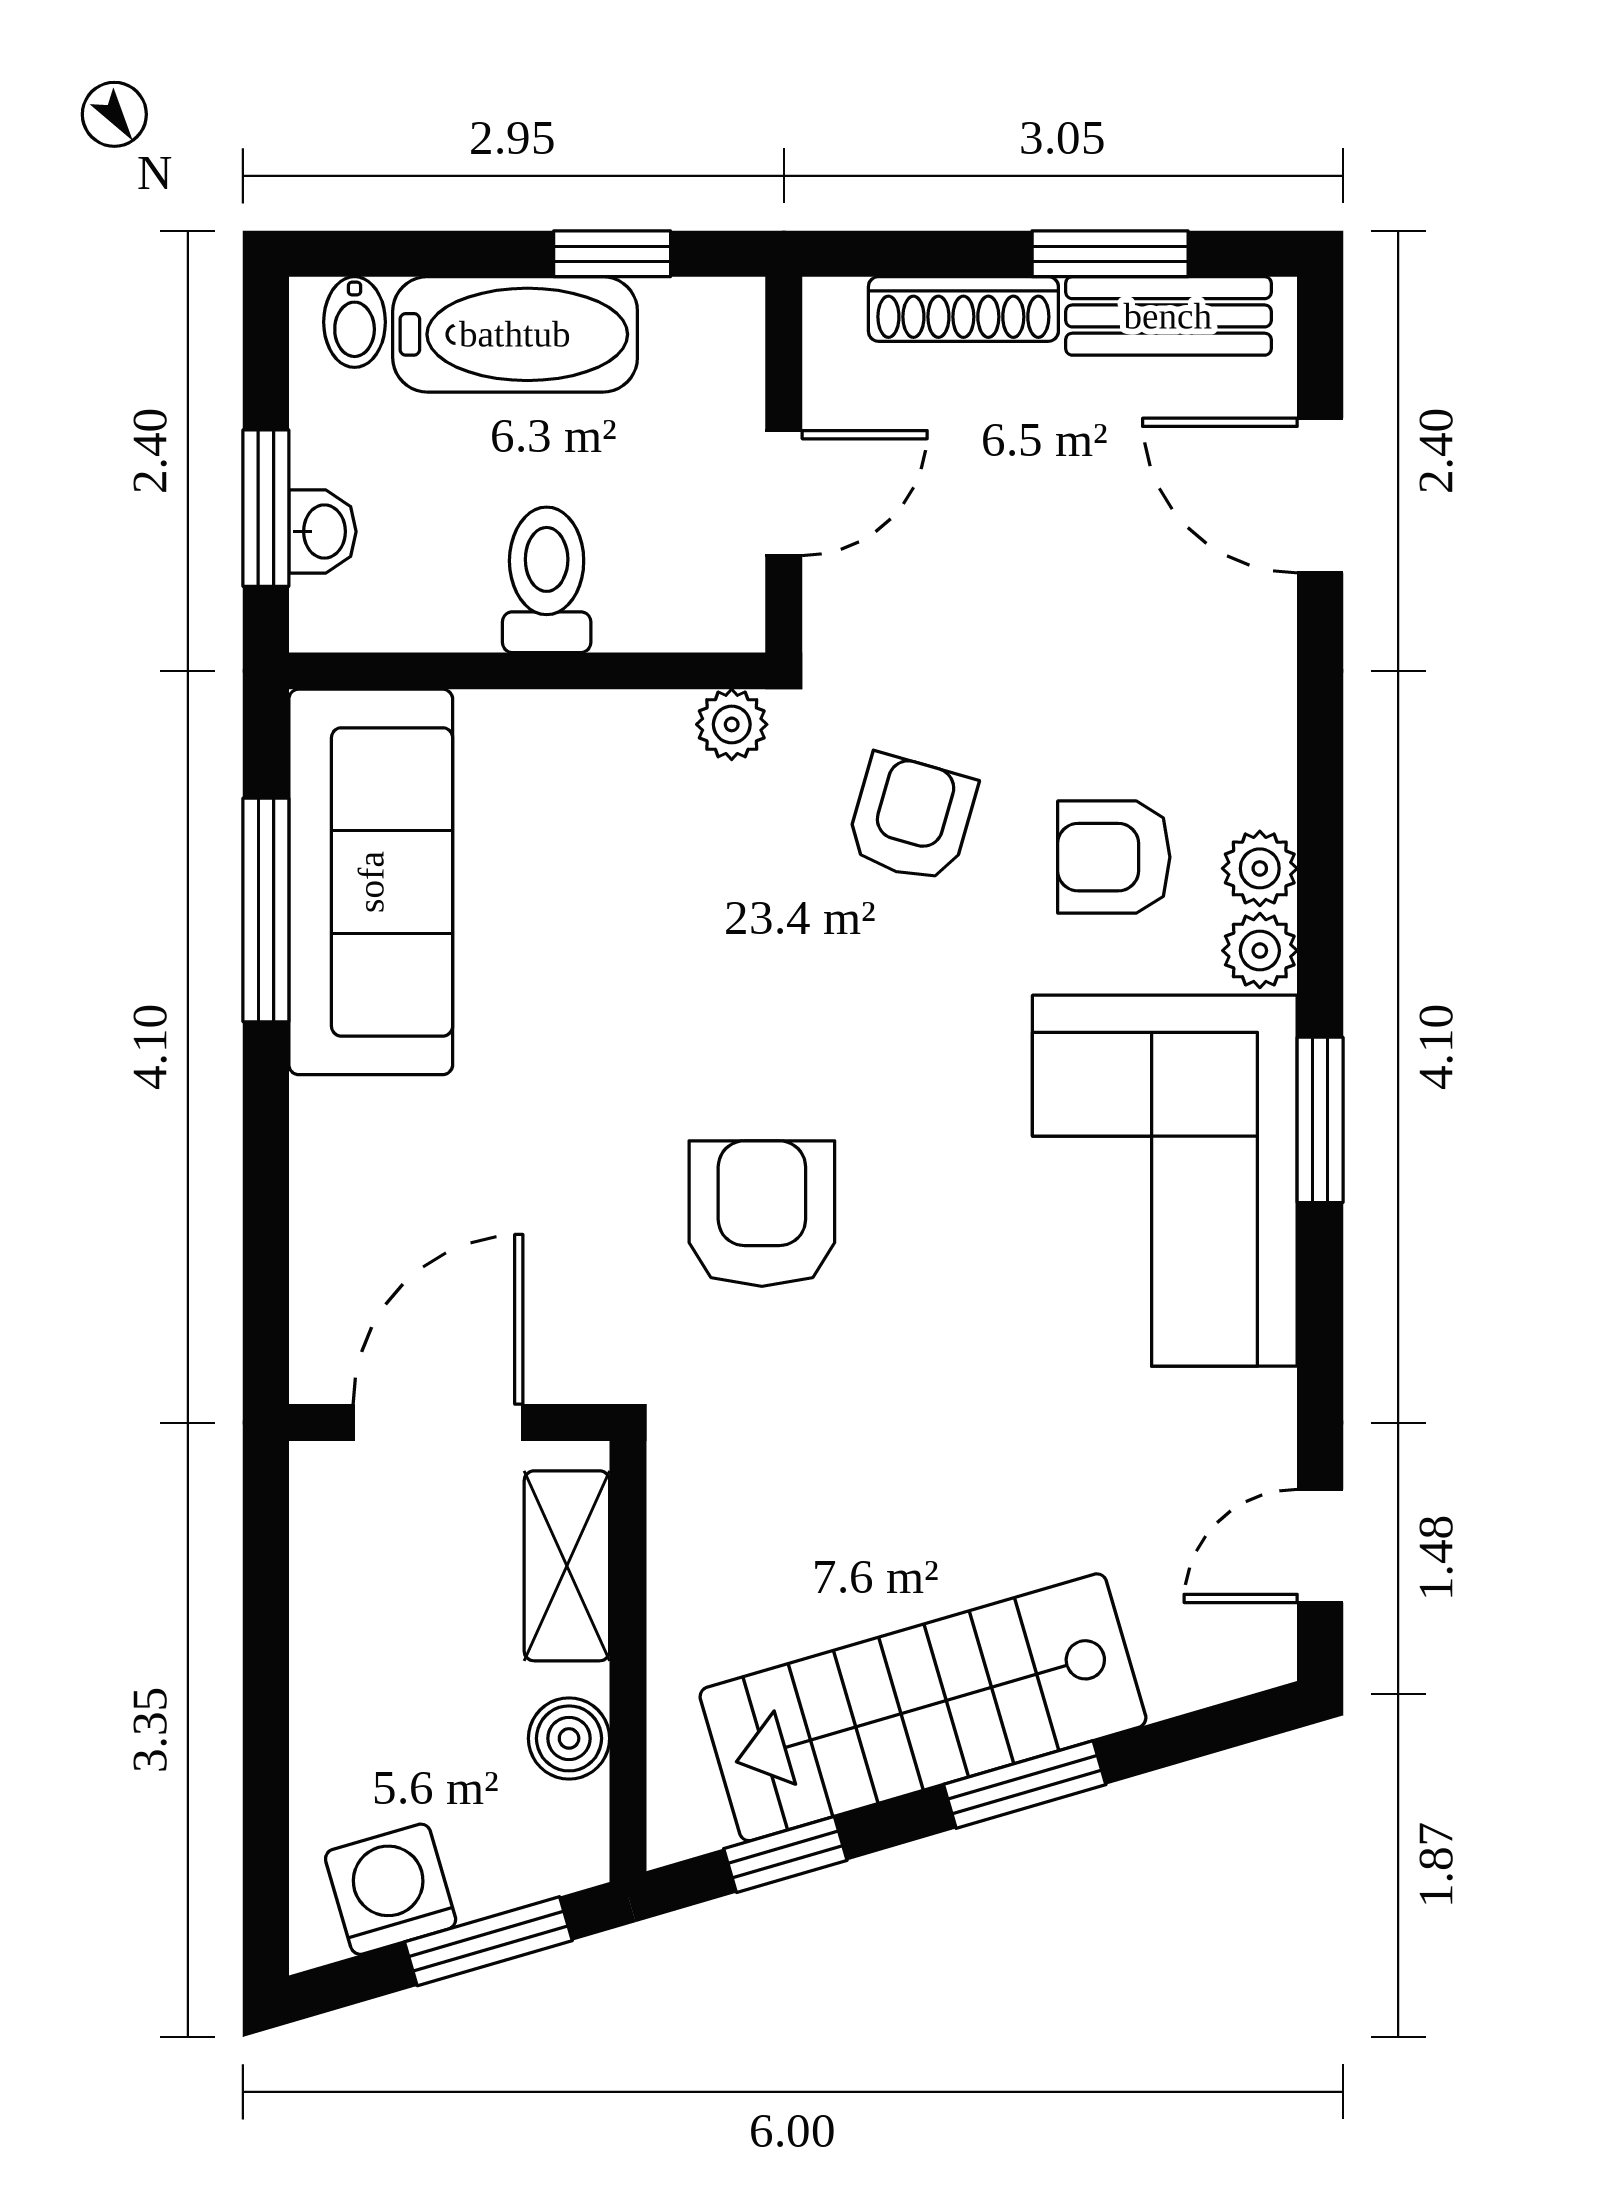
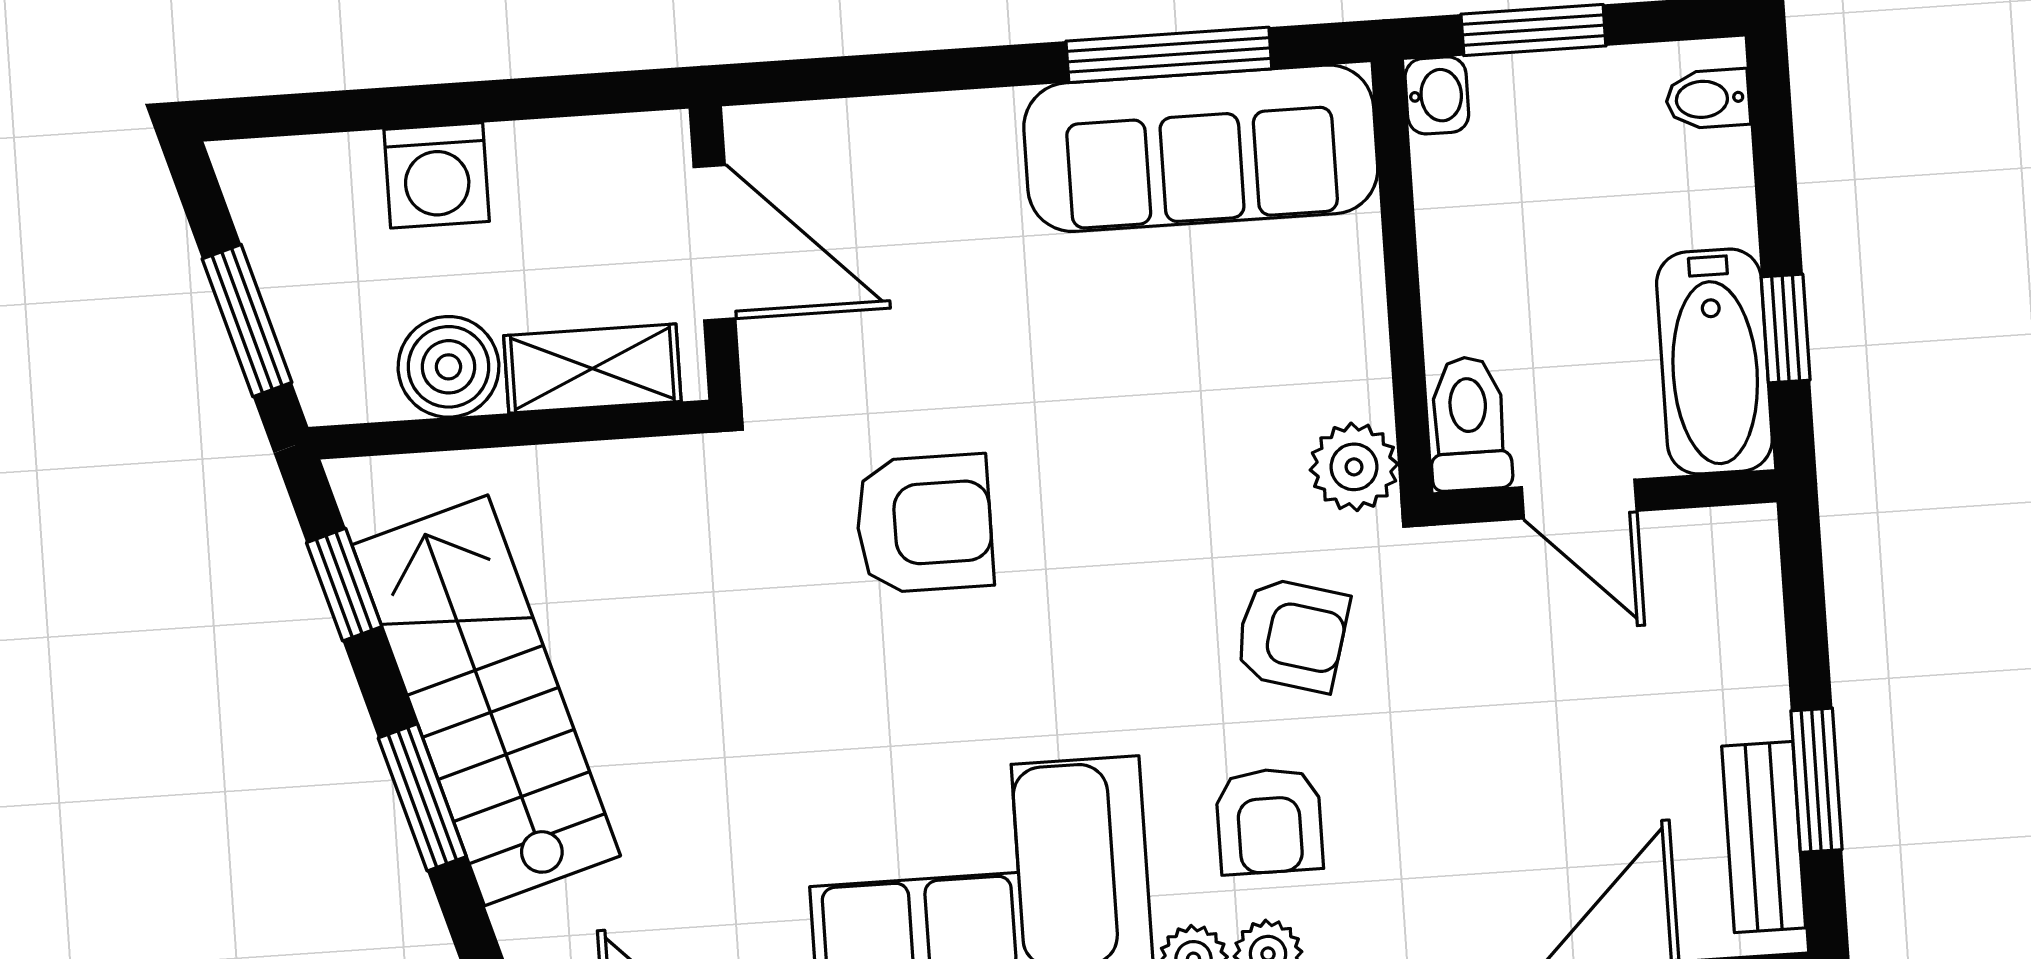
shoe rack: (963, 309) -> (1757, 651), removed
bathtub: (515, 334) -> (1714, 362), moved
washbasin: (322, 532) -> (1437, 95), moved, turned -90
toilet: (547, 580) -> (1469, 424), moved, turned -90
plant: (732, 724) -> (1354, 467), width x1.38, depth x1.38
armchair: (1114, 857) -> (1269, 821), turned 180
boiler: (569, 1738) -> (448, 367), width x1.36, depth x1.36
washing machine: (391, 1889) -> (437, 175), moved, turned 106

